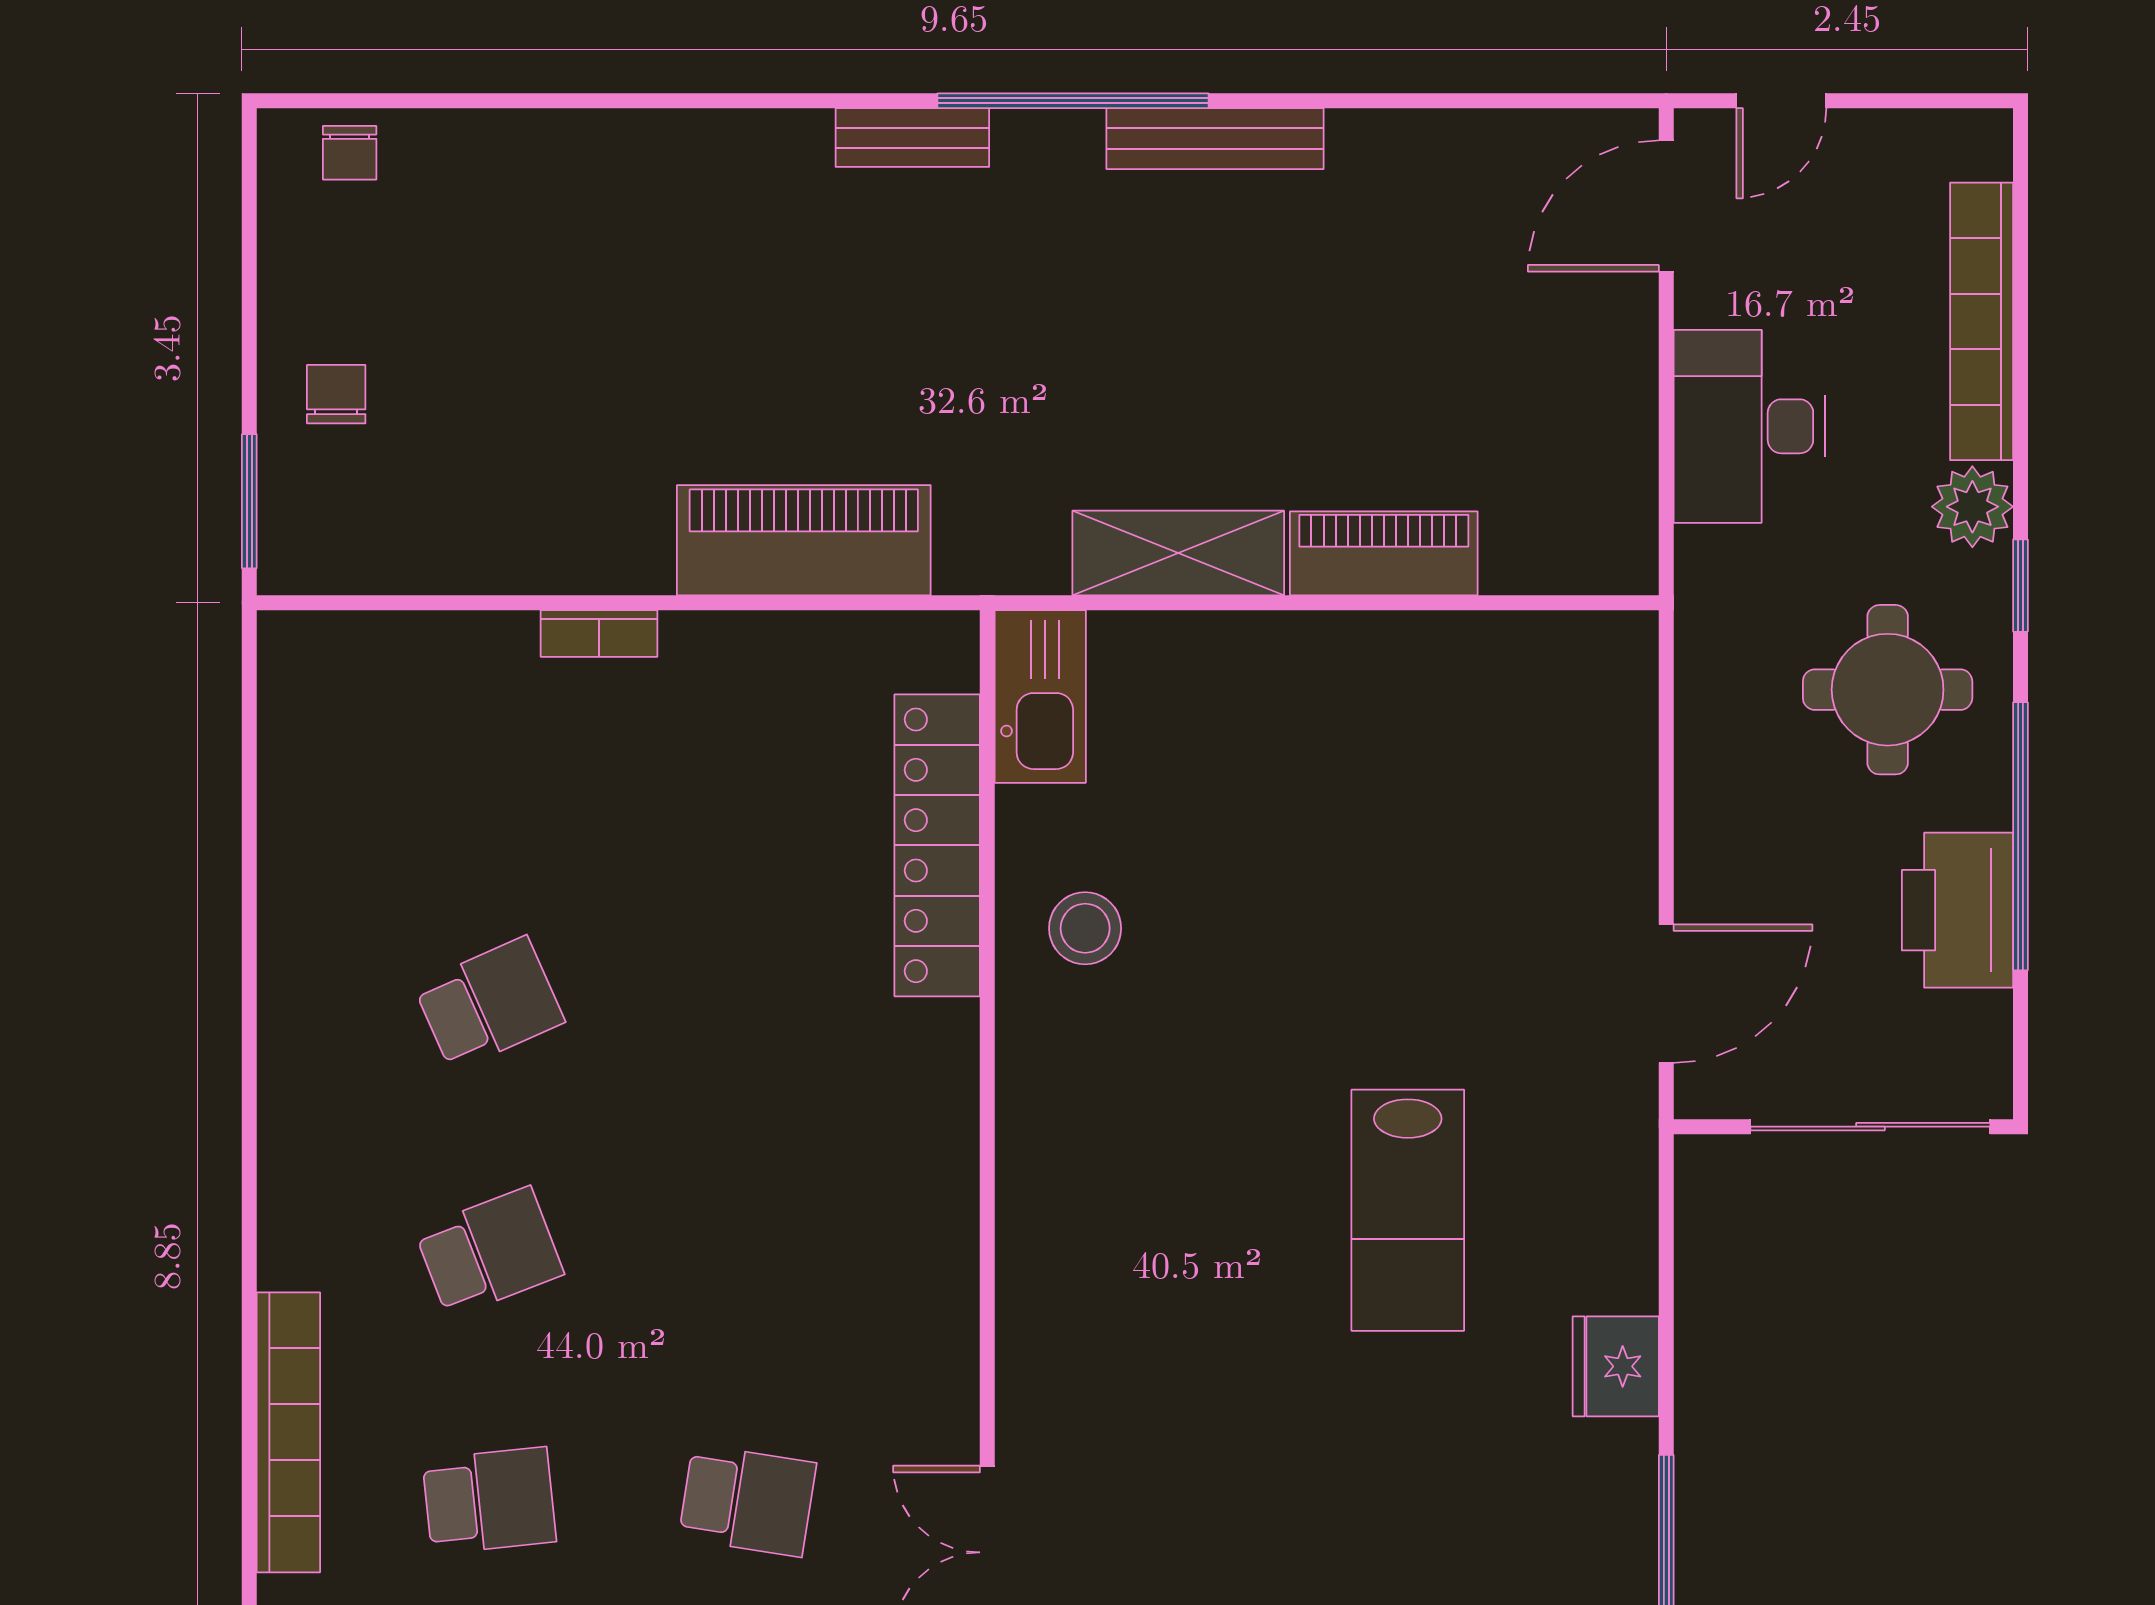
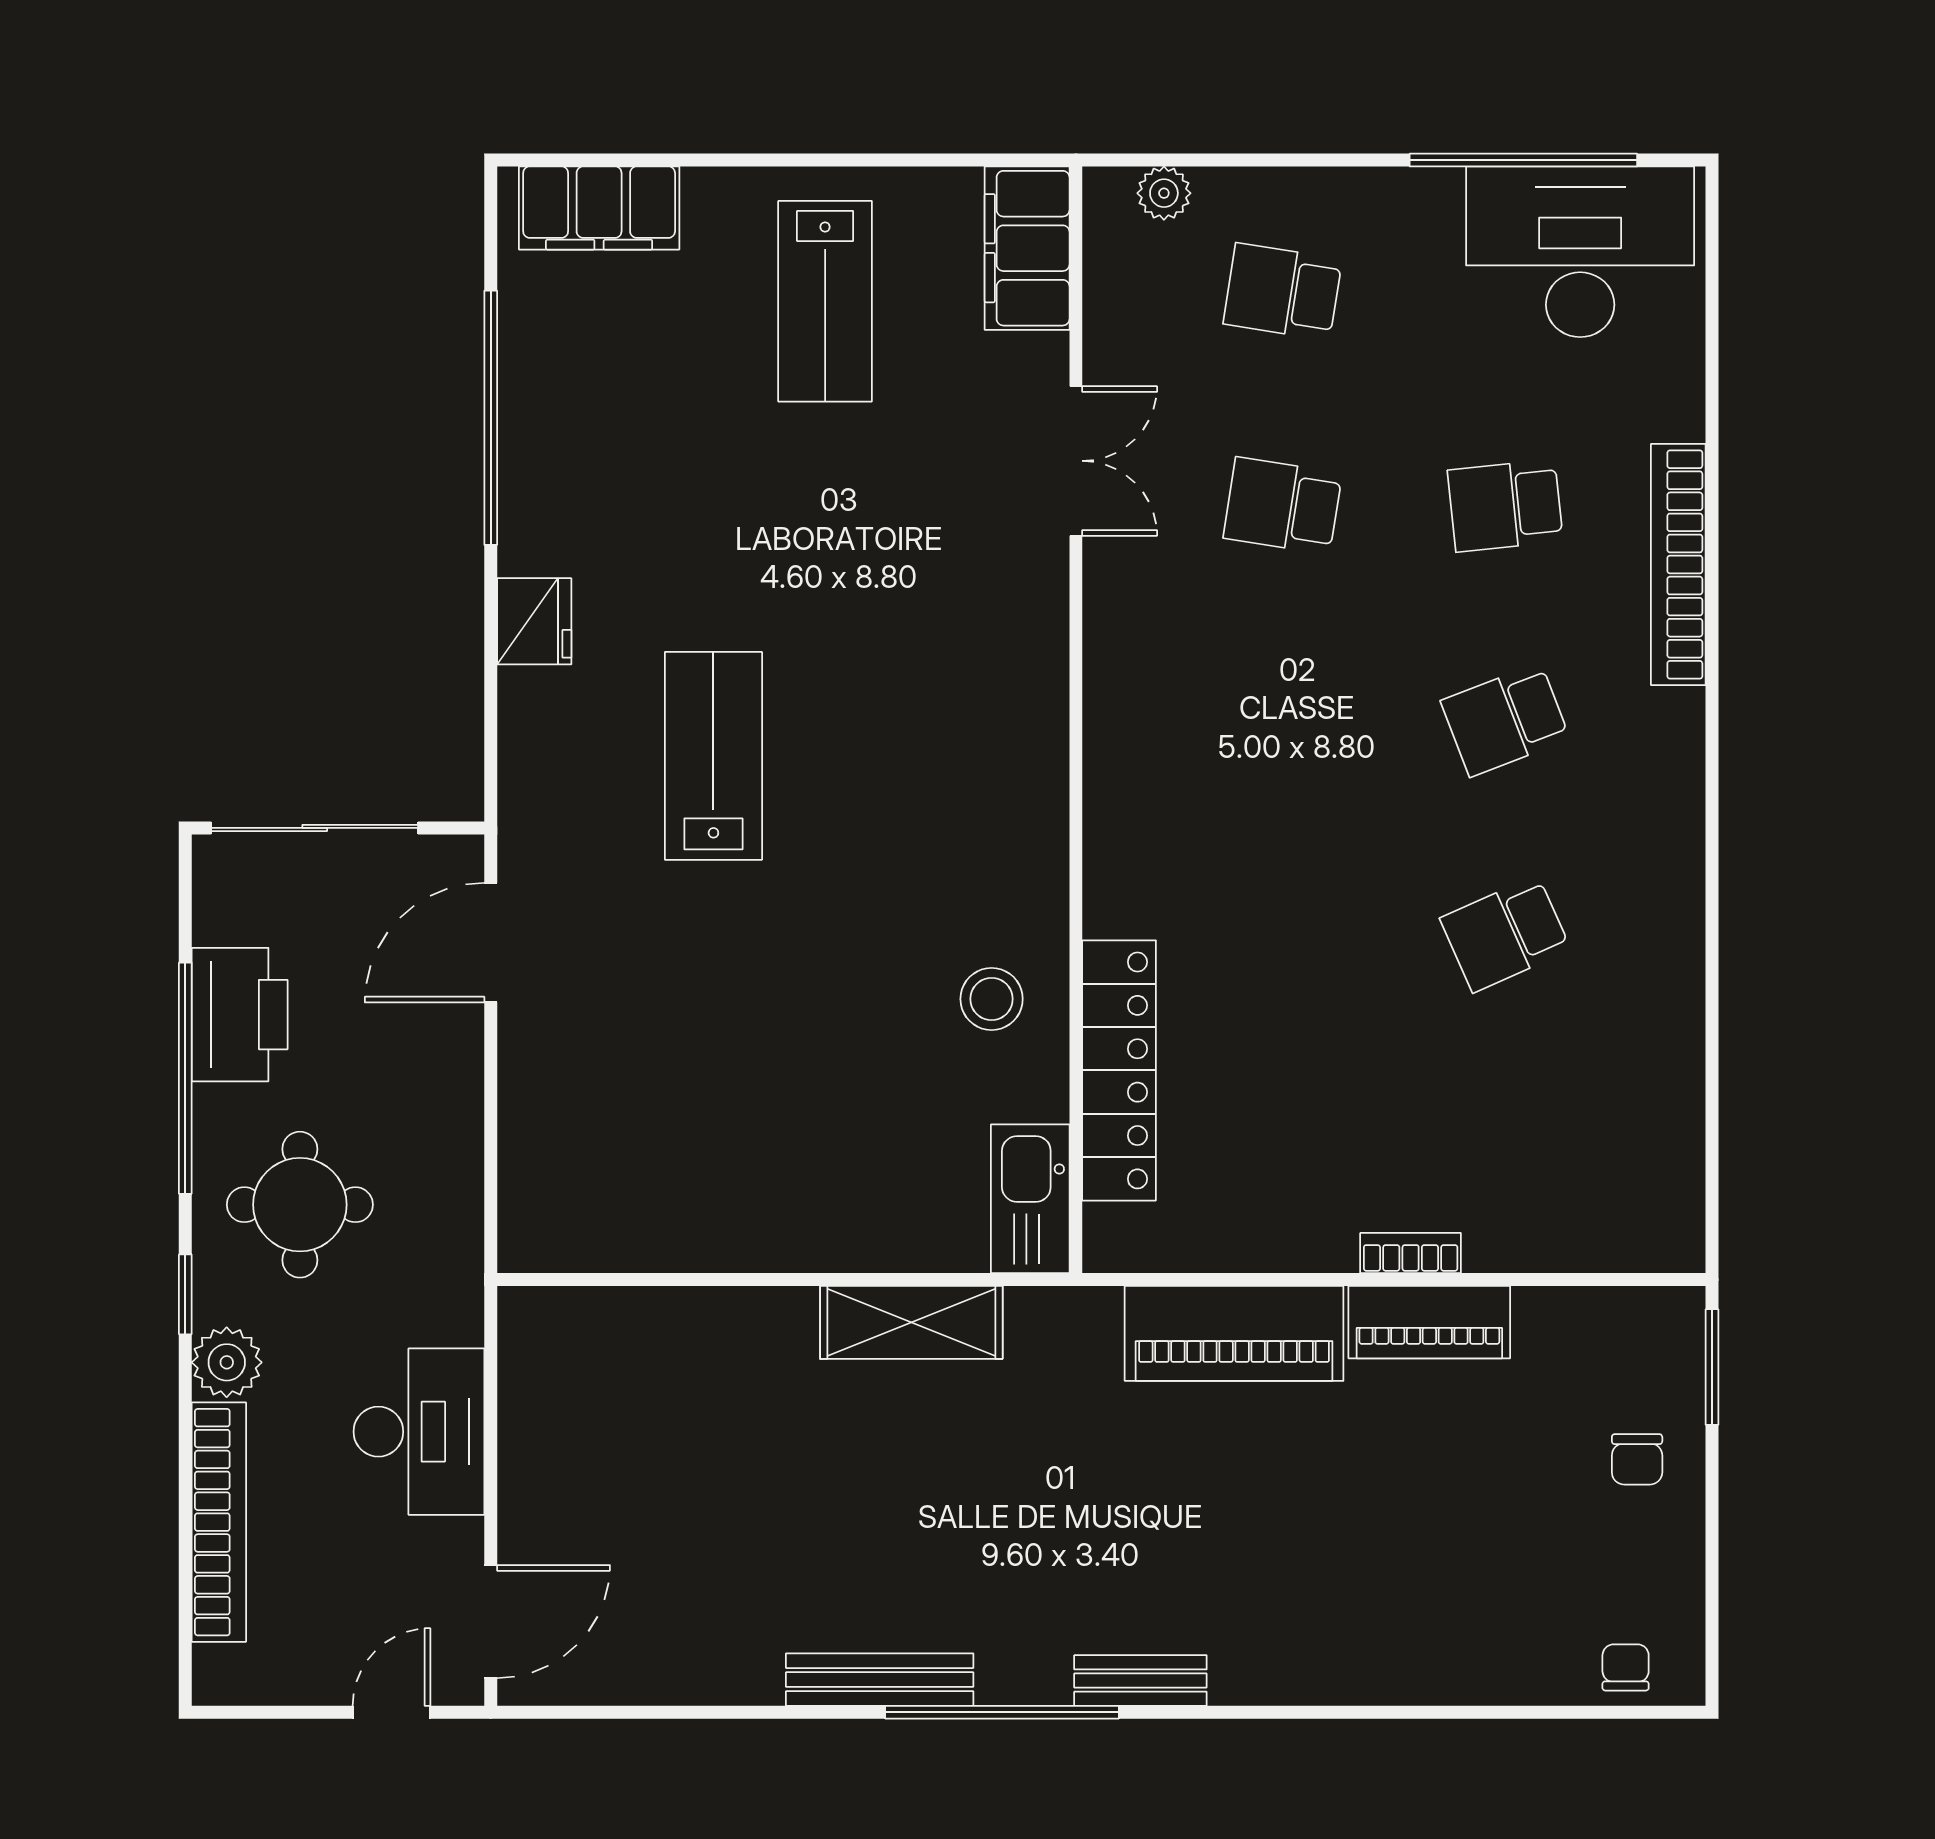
piano: (1384, 553) -> (1429, 1322), moved

